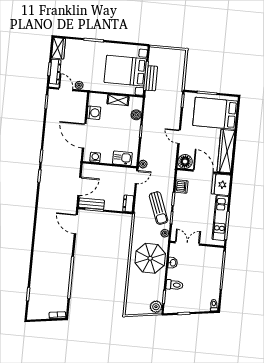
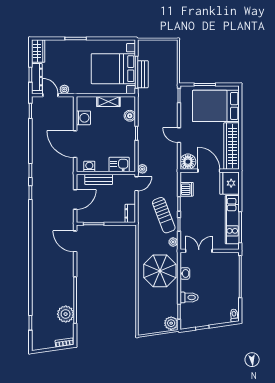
bench: (91, 204) -> (99, 179), moved
plant: (61, 289) -> (66, 314), added

